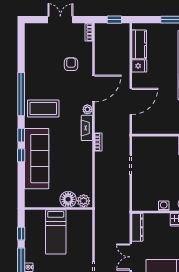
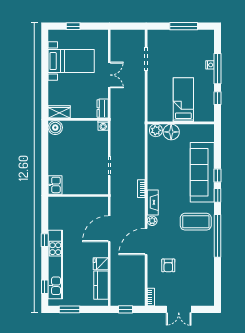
washing machine: (164, 206) -> (103, 126), moved
dresser: (137, 227) -> (103, 109), width x0.70

